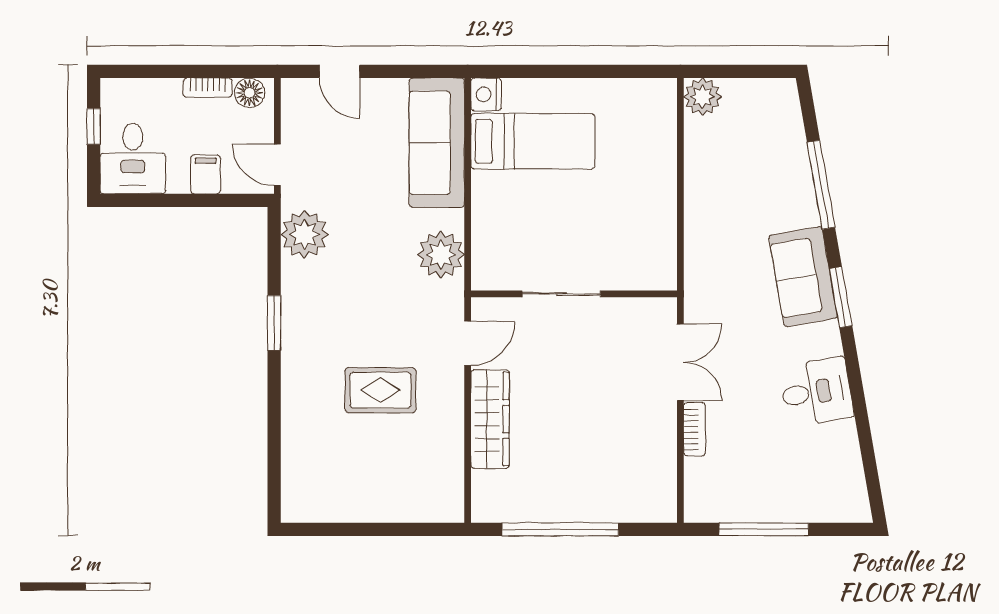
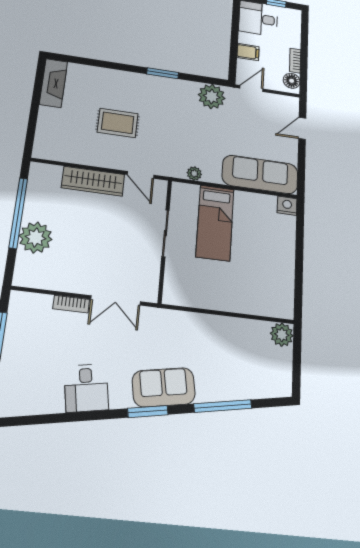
bed: (533, 141) -> (215, 223), moved
plant: (441, 255) -> (194, 174), width x0.53, depth x0.53
rug: (380, 390) -> (118, 123), turned 90
plant: (597, 497) -> (36, 238), added
fireplace: (325, 505) -> (53, 83), added

